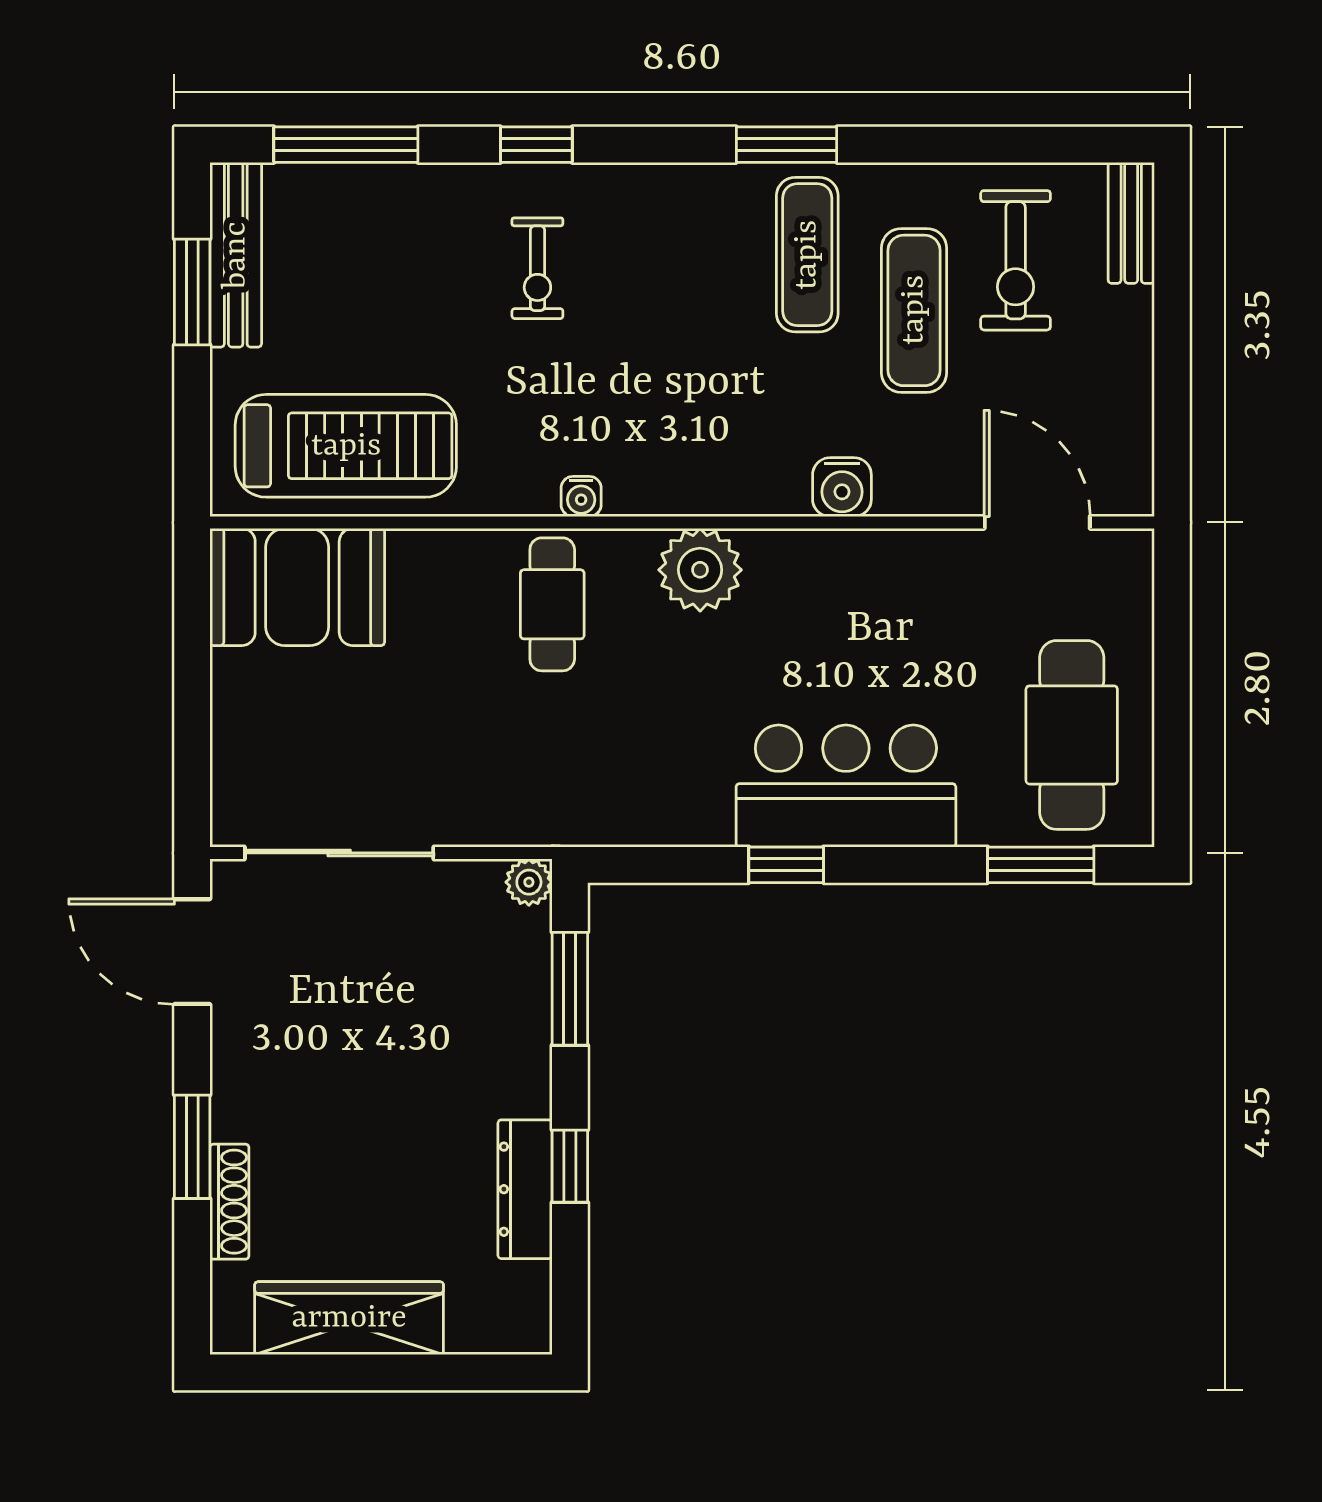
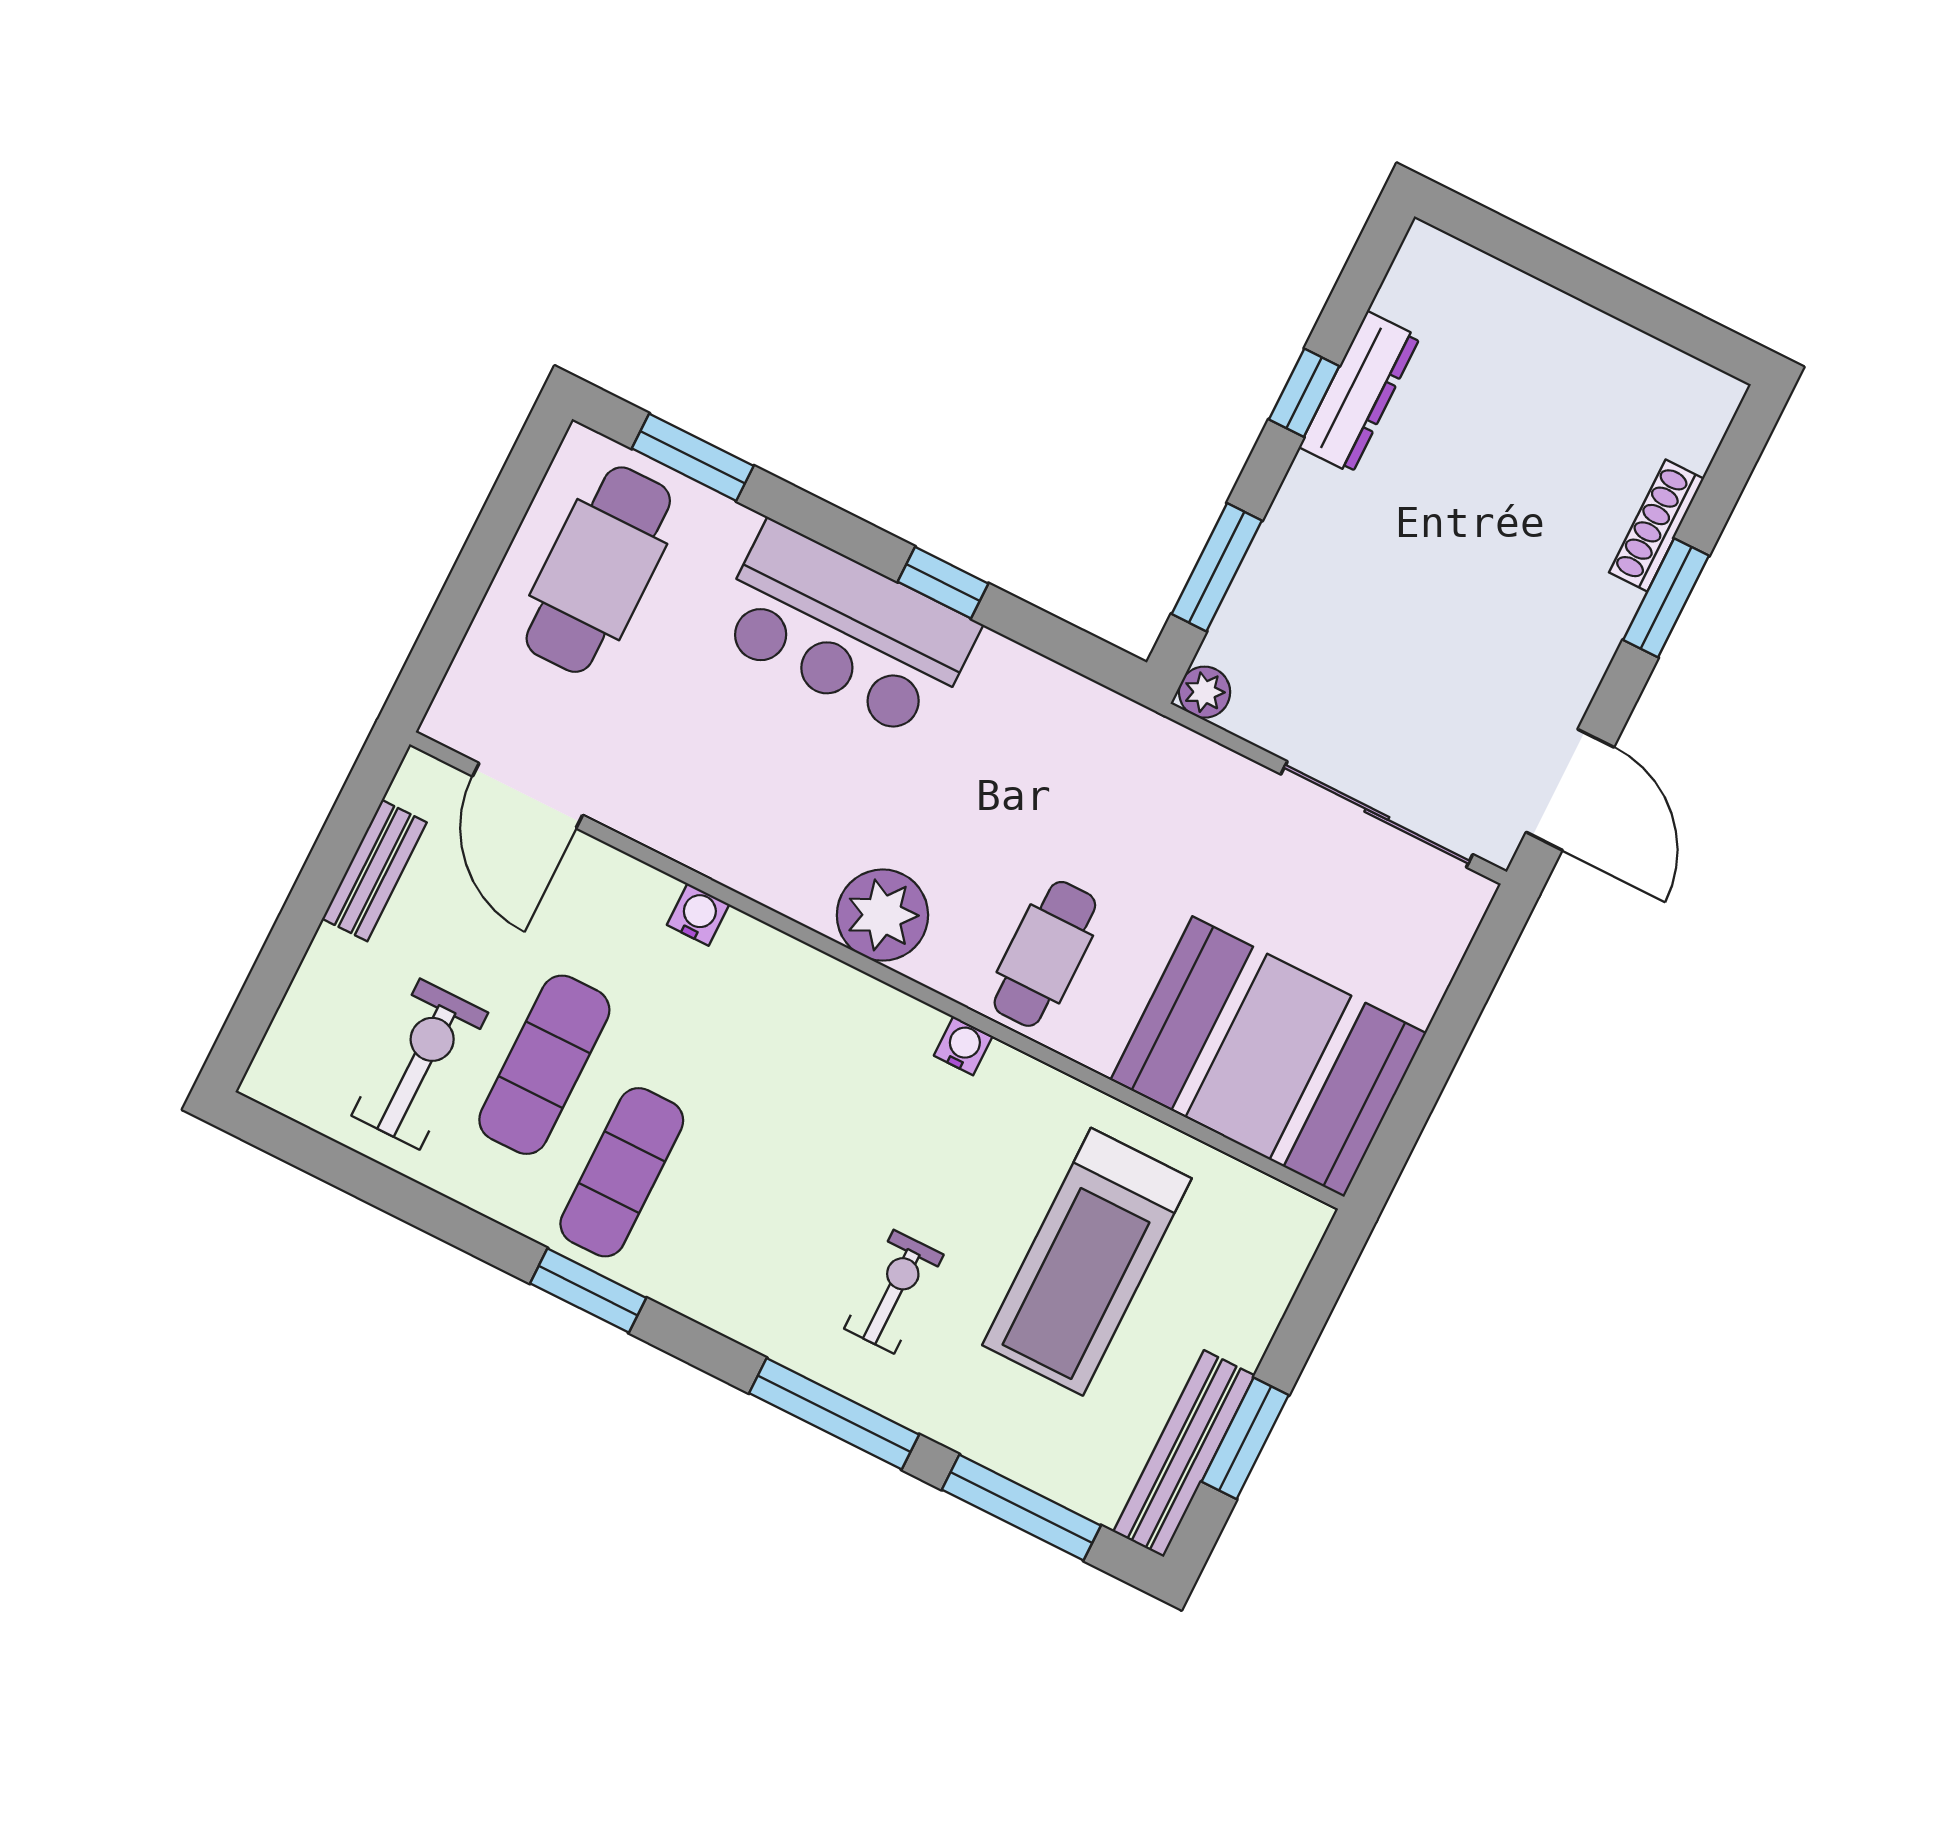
window: (536, 145) -> (834, 1414), width x2.17
bench: (1131, 223) -> (374, 871), moved
treadmill: (346, 446) -> (1087, 1262), moved, turned -90
water cooler: (842, 487) -> (698, 914), width x0.72, depth x0.72
booth: (297, 587) -> (1268, 1057), width x1.36, depth x1.42
wardrobe: (349, 1318) -> (1596, 352), removed

